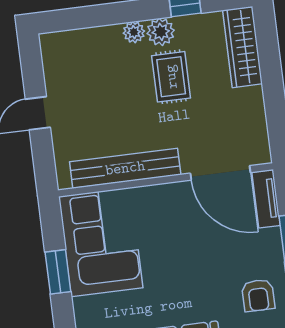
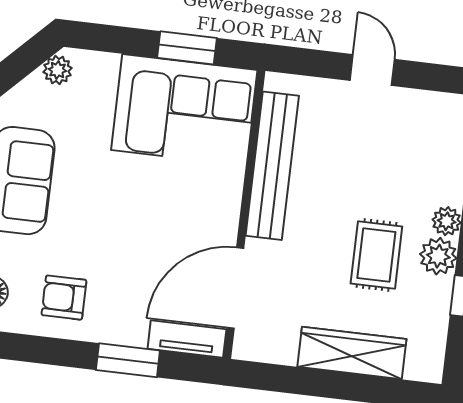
wardrobe: (243, 47) -> (352, 353), moved
rug: (171, 77) -> (376, 255), turned 90
window: (58, 272) -> (187, 48), moved

